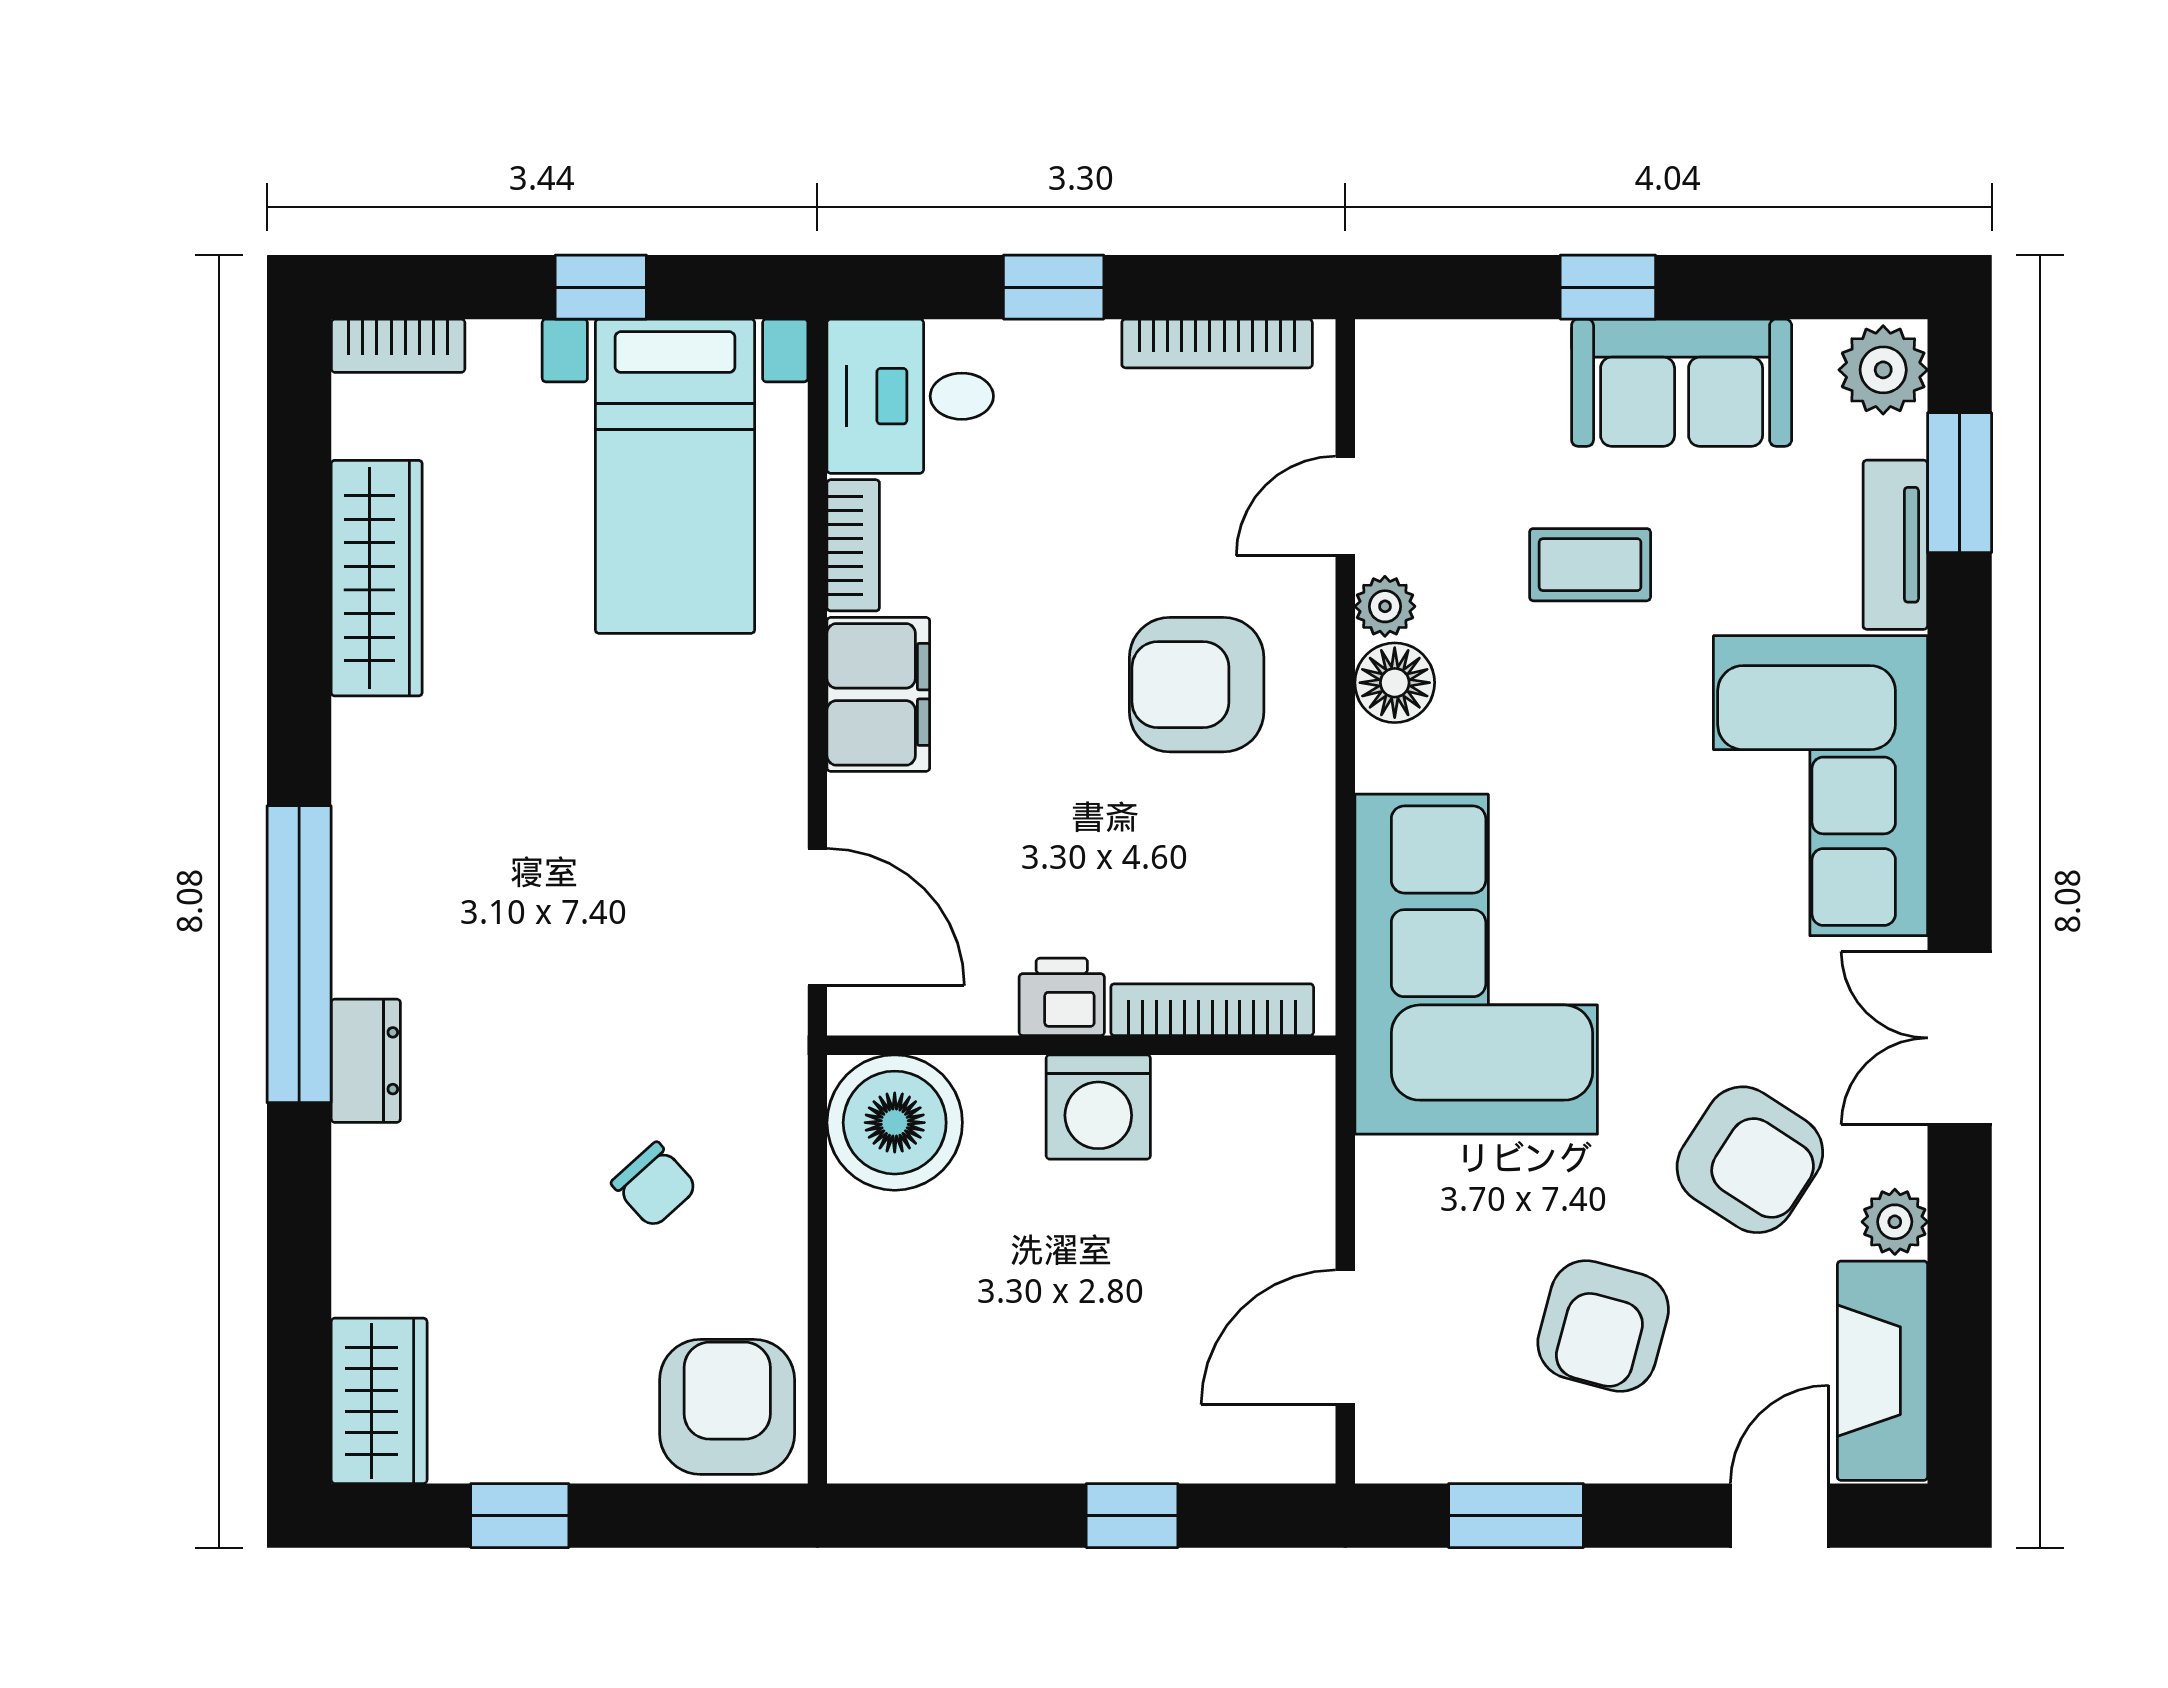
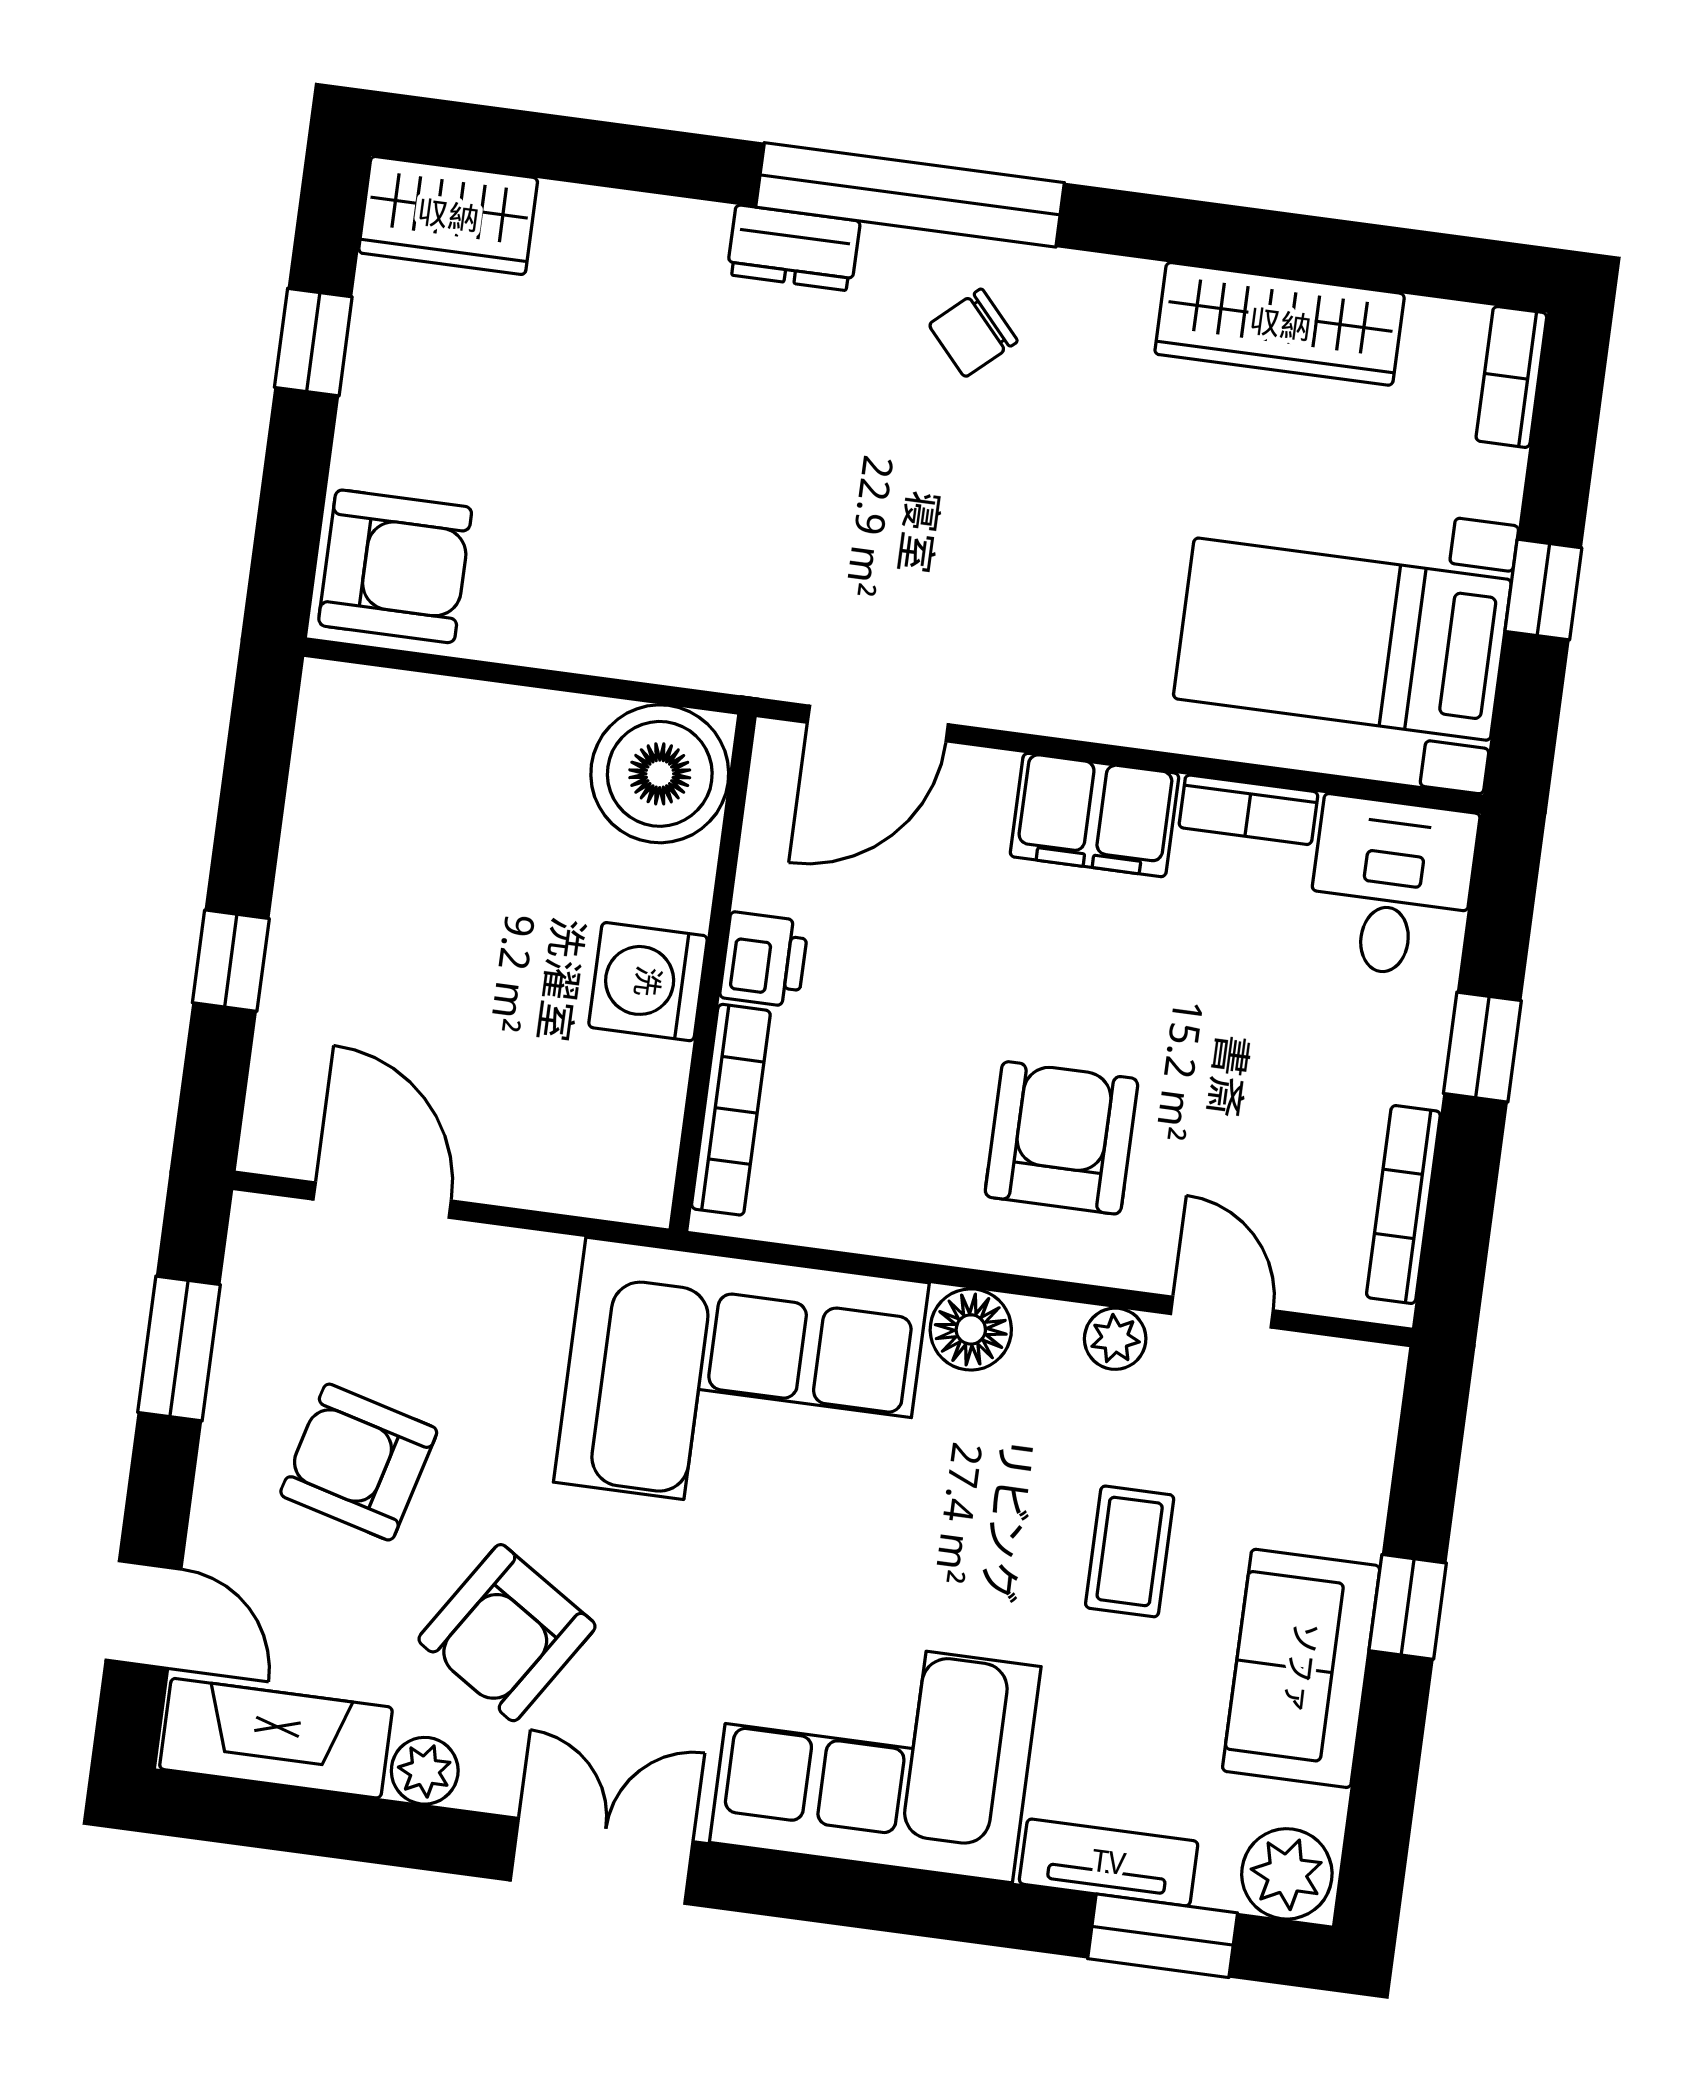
floor lamp: (1395, 683) -> (971, 1329), moved
chair: (654, 1185) -> (973, 333), moved

